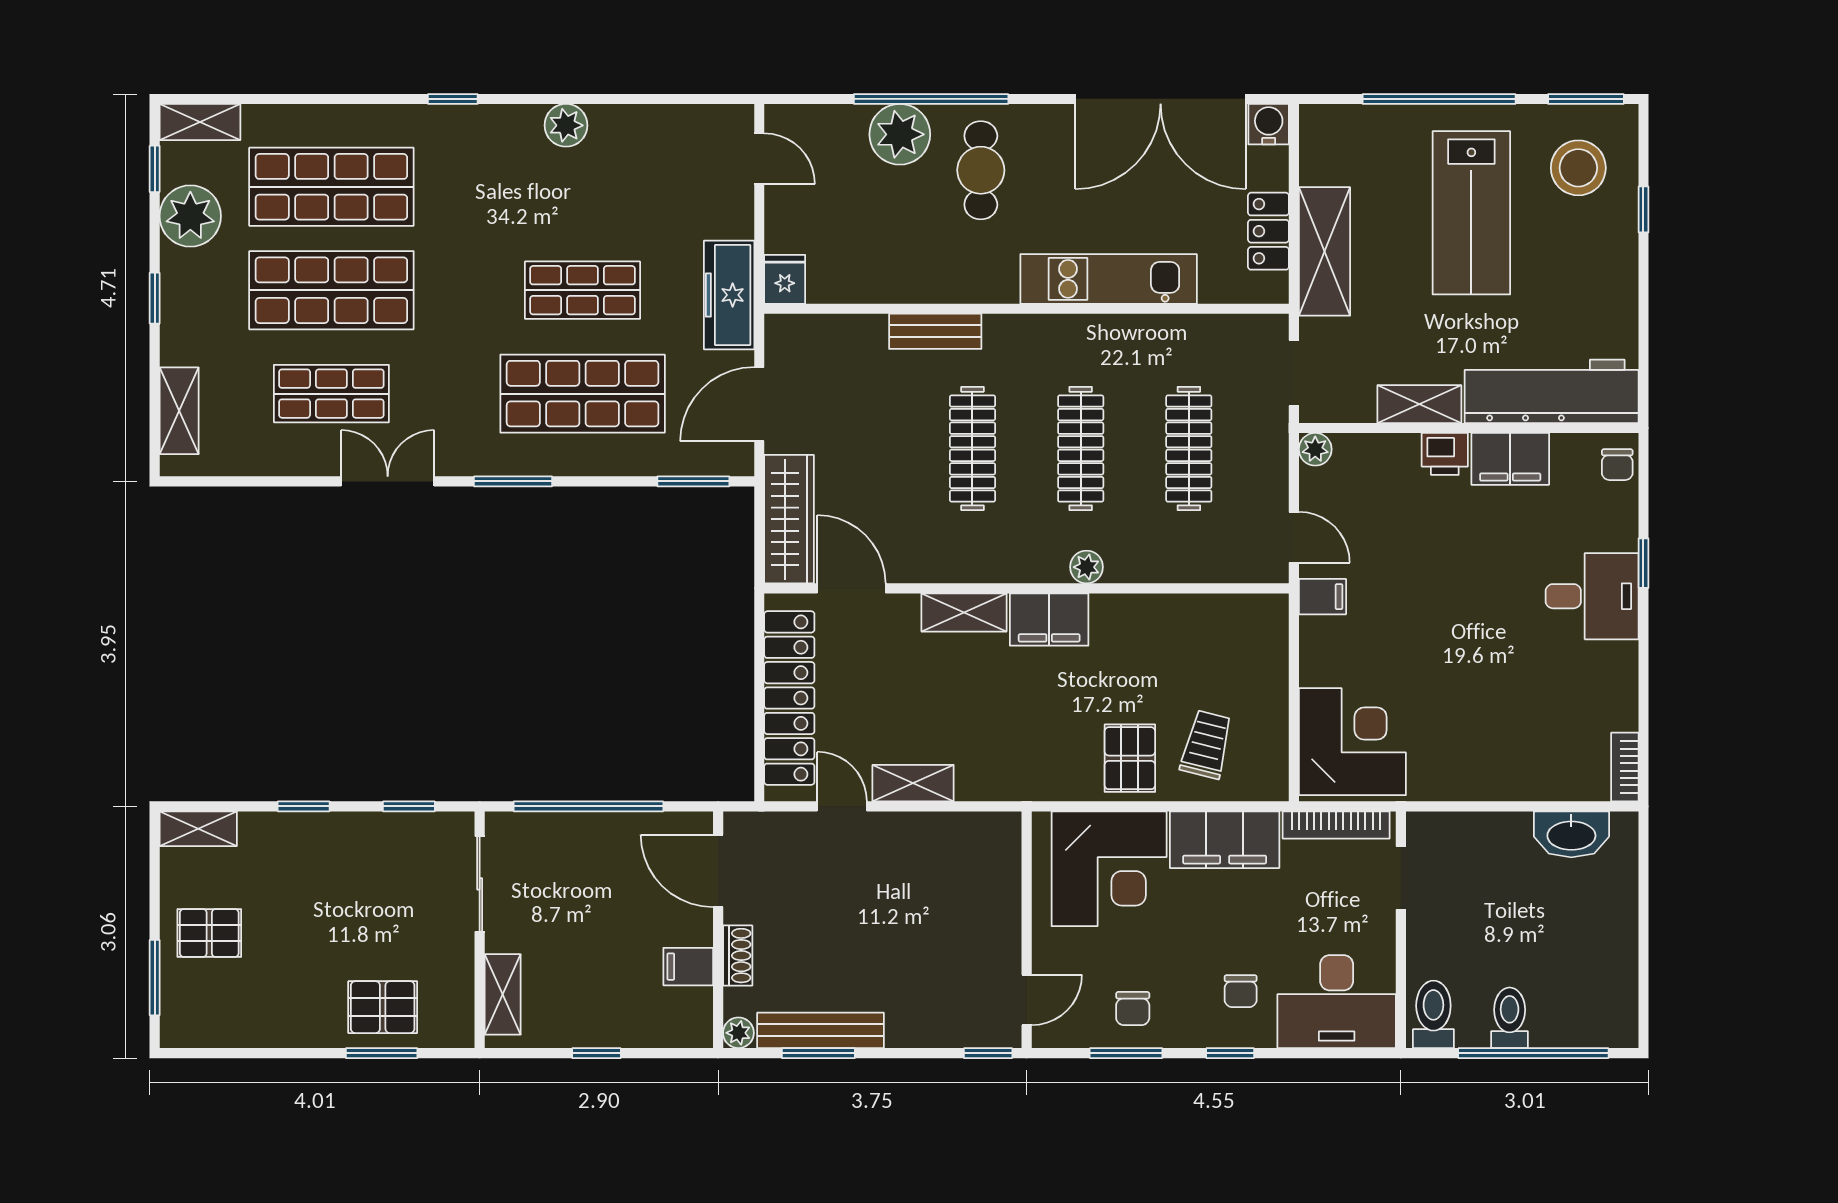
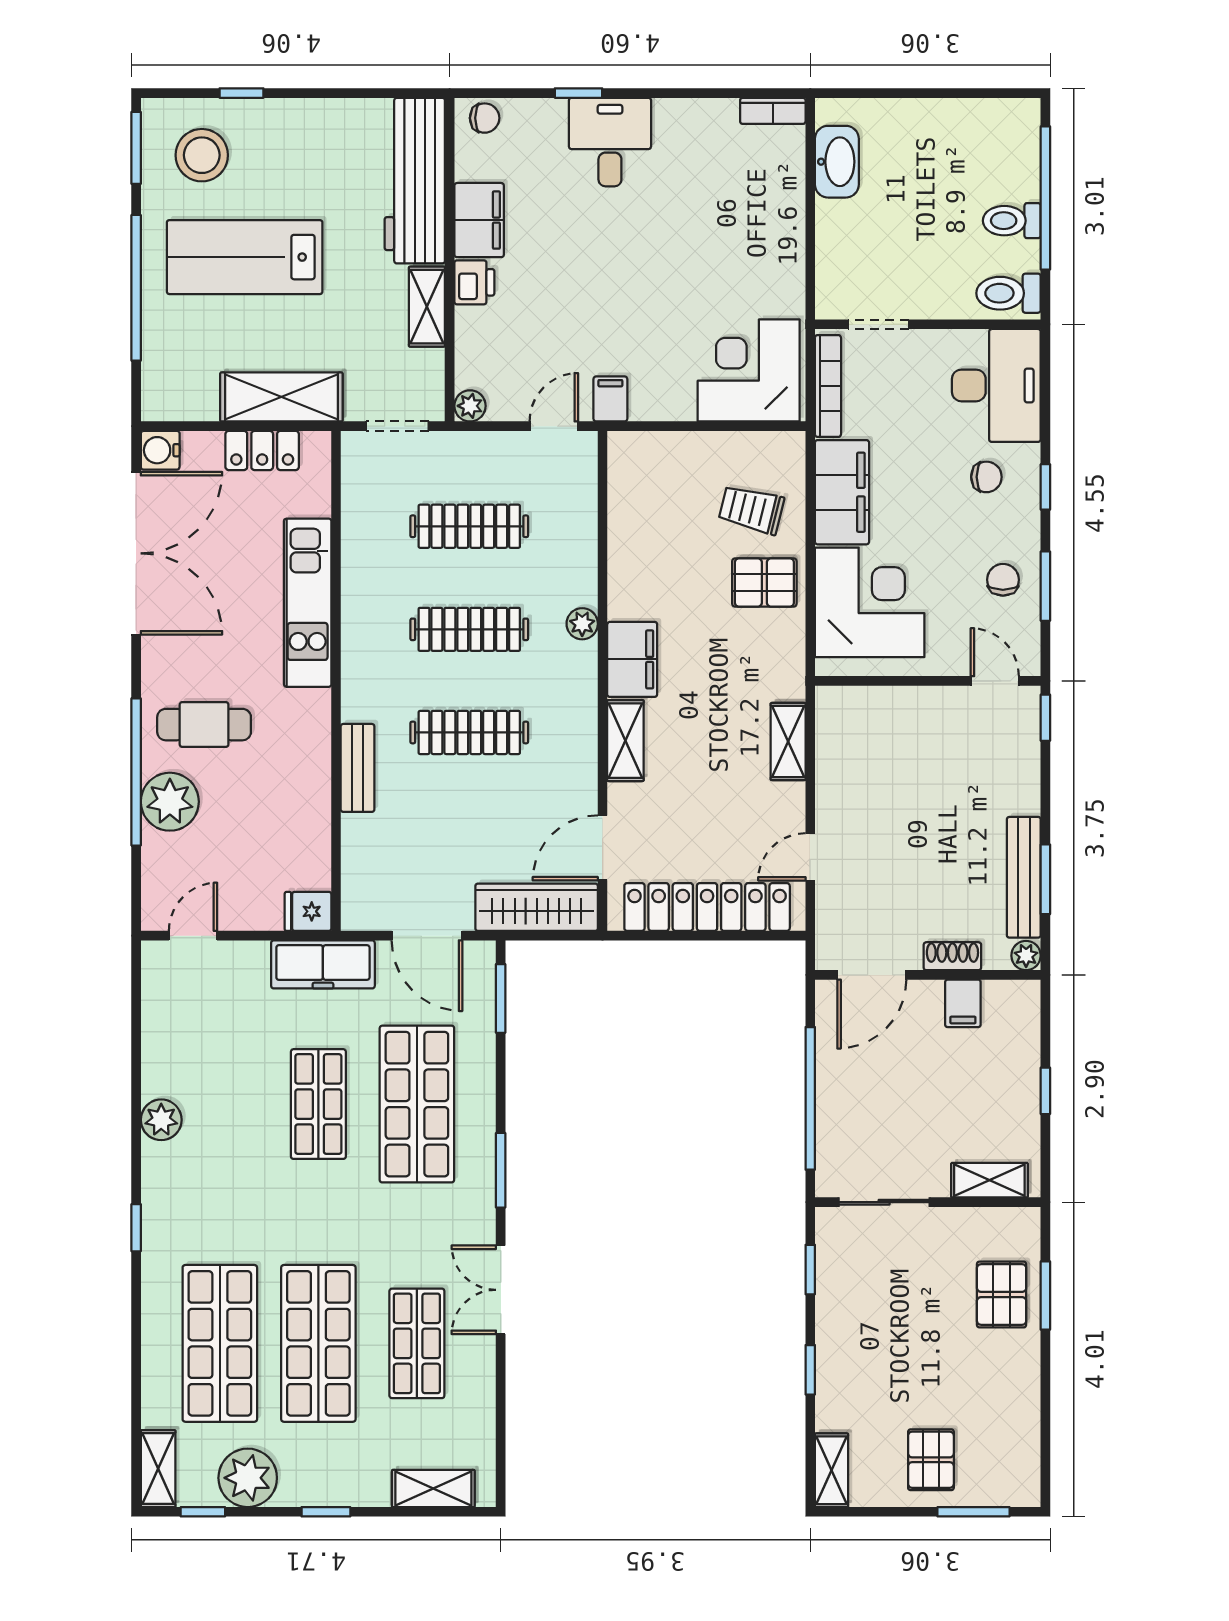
lab bench: (1471, 213) -> (245, 257), turned 180
shelving: (913, 783) -> (788, 742), moved
chair: (1133, 1009) -> (1003, 580), turned -90

